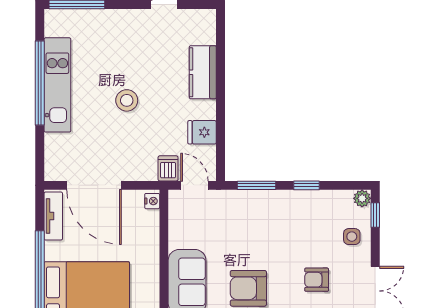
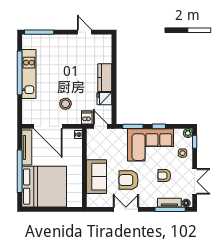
kitchen counter: (203, 72) -> (105, 78), moved
stool: (127, 100) -> (65, 104), moved
tv unit: (53, 216) -> (27, 147), width x1.41
corner sofa: (290, 221) -> (150, 145), added

